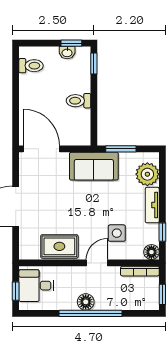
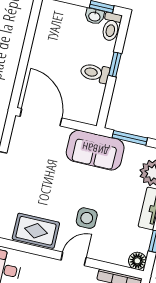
window: (94, 63) -> (115, 64), moved
toilet: (31, 66) -> (111, 27), moved, turned 90
side table: (117, 233) -> (87, 218), moved

